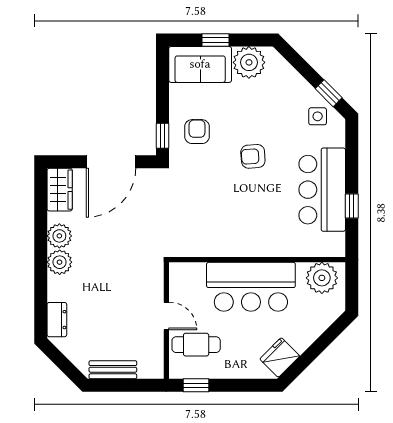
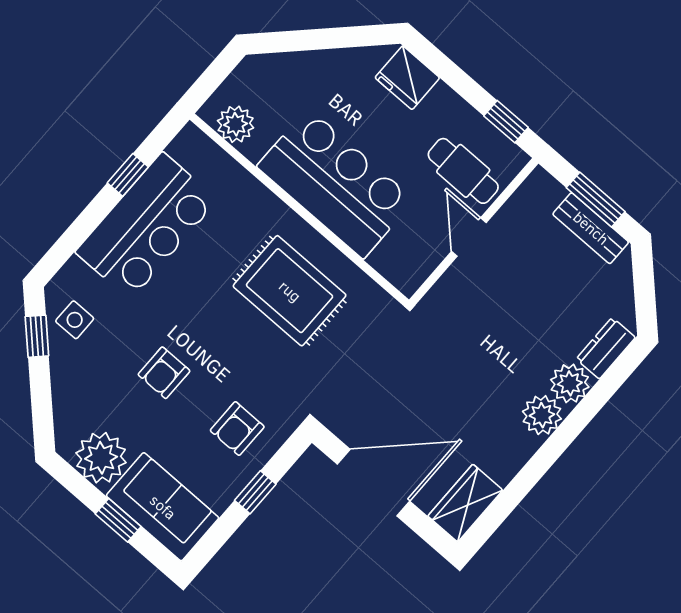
window: (163, 136) -> (255, 492), moved
armchair: (253, 156) -> (164, 373), moved, turned 94
rug: (229, 218) -> (290, 291), added
plant: (59, 236) -> (570, 383), moved
plant: (322, 278) -> (236, 124), width x0.73, depth x0.73
fridge: (280, 357) -> (407, 78), moved, turned 45
window: (122, 385) -> (596, 200), added

